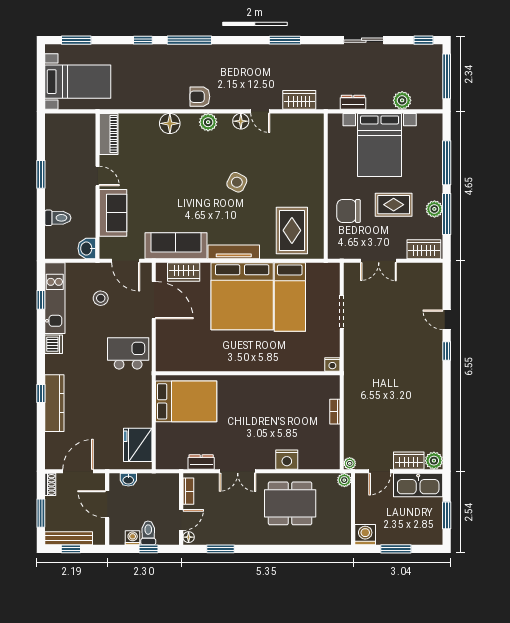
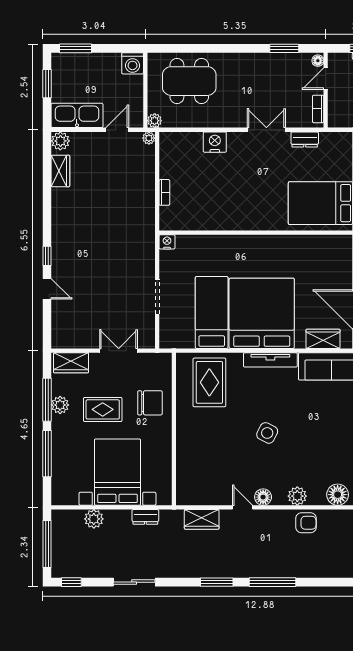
window: (189, 40) -> (273, 582), moved
wardrobe: (409, 461) -> (60, 171), moved, turned -90
dining table: (290, 503) -> (189, 81), moved
window: (396, 549) -> (75, 48), moved

